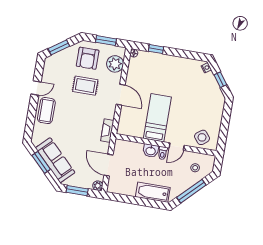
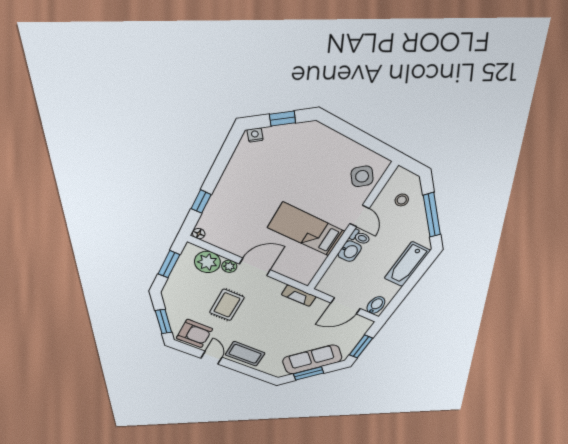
armchair: (88, 58) -> (194, 334), moved
plant: (98, 186) -> (229, 266), moved
bidet: (115, 186) -> (376, 305), added

